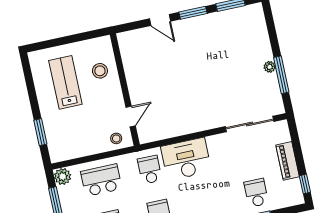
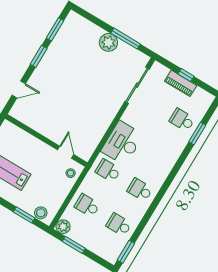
door: (160, 20) -> (19, 89), moved
plant: (270, 67) -> (108, 42), width x1.88, depth x1.88
stool: (100, 71) -> (41, 213), moved
school desk: (101, 180) -> (87, 206), width x0.54
window: (305, 184) -> (186, 75), moved

